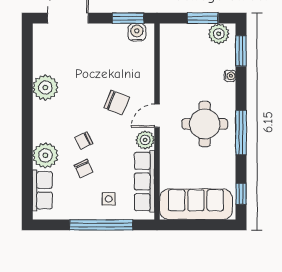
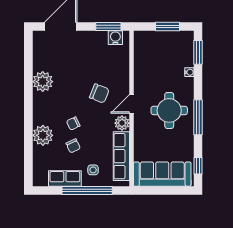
plant: (219, 34) -> (180, 39), removed
row of seats: (42, 190) -> (65, 179), moved, turned -90

